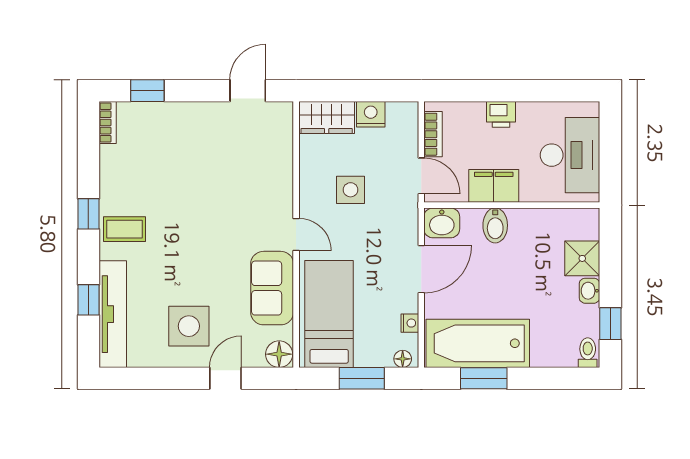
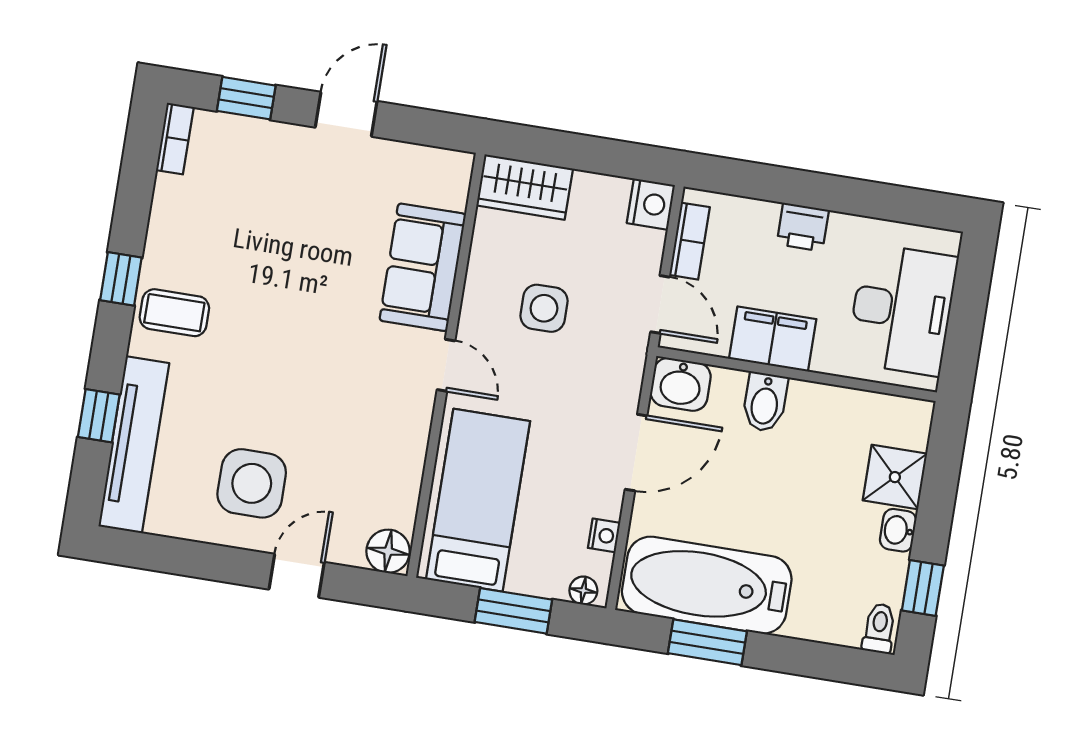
door: (248, 91) -> (346, 114), moved
nightstand: (371, 114) -> (651, 204), moved, turned 90
sofa: (272, 288) -> (423, 267), moved

